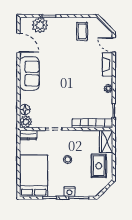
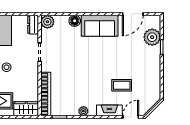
coffee table: (82, 31) -> (122, 85), moved
floor lamp: (25, 110) -> (75, 21), moved

